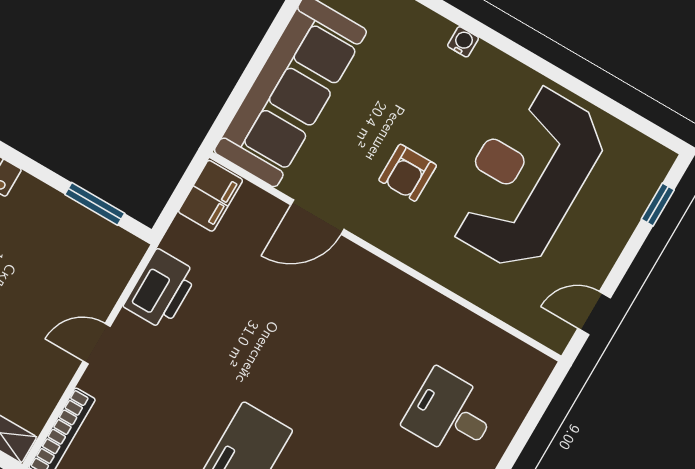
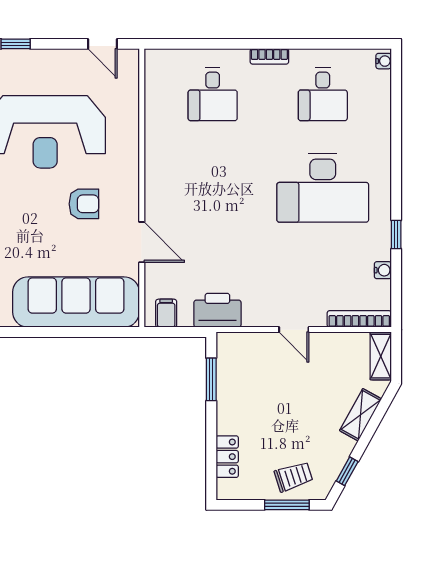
filing cabinet: (210, 196) -> (166, 313), width x0.50
printer: (161, 289) -> (217, 310), moved

